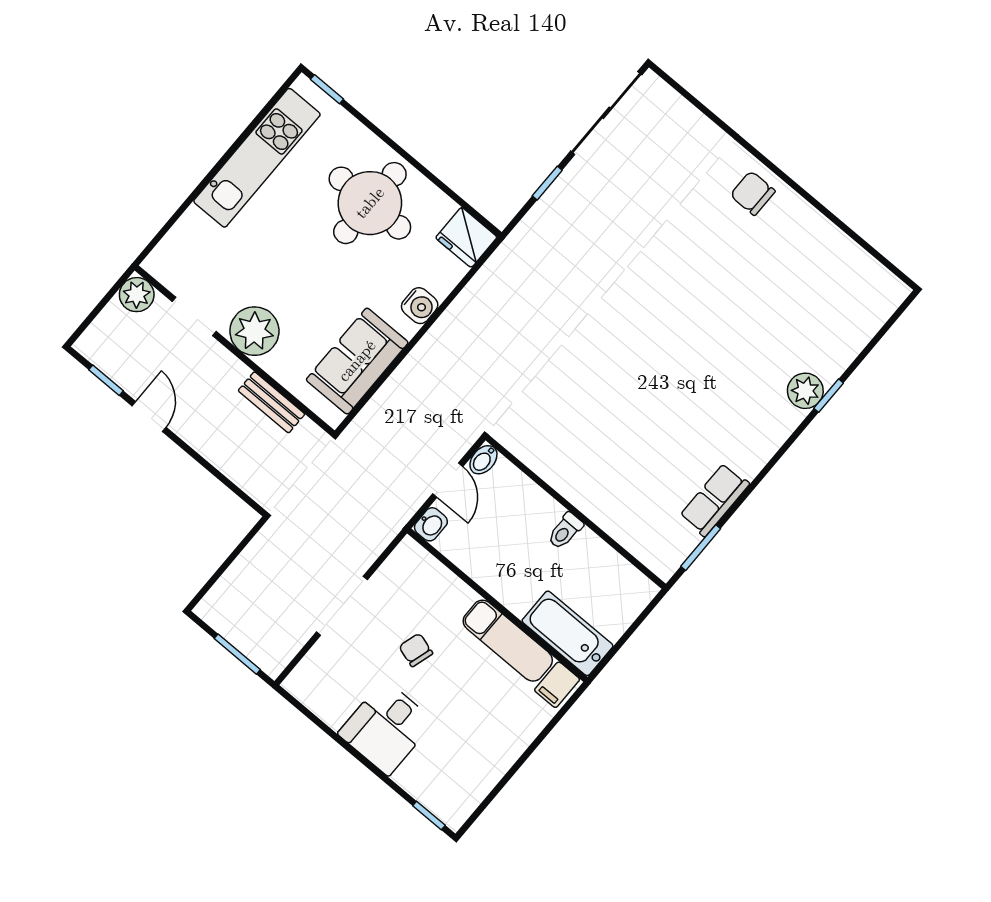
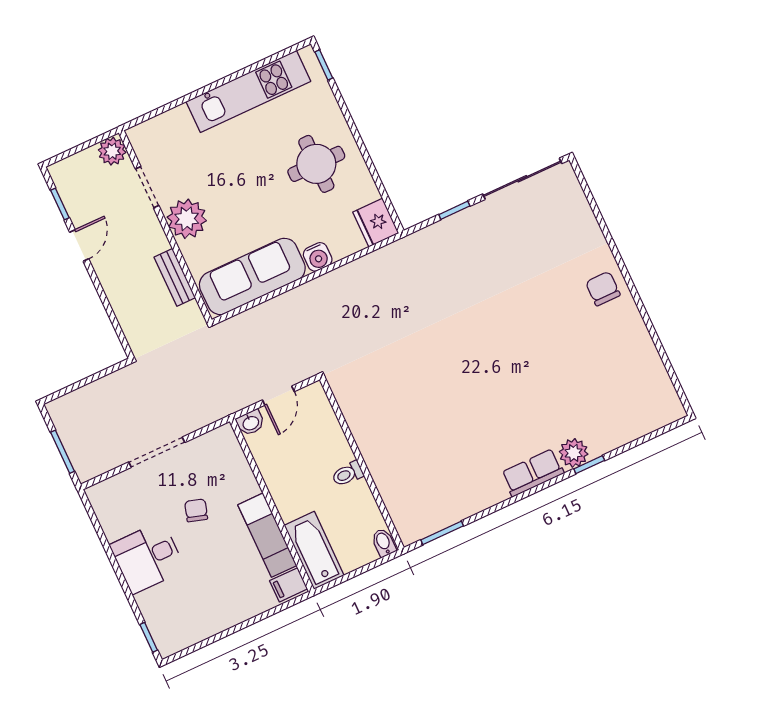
round table: (370, 203) -> (316, 164), width x0.73, depth x0.73
sofa: (357, 361) -> (252, 276), width x1.36
bidet: (483, 460) -> (384, 543), moved, turned 90
row of seats: (715, 500) -> (533, 473), moved

